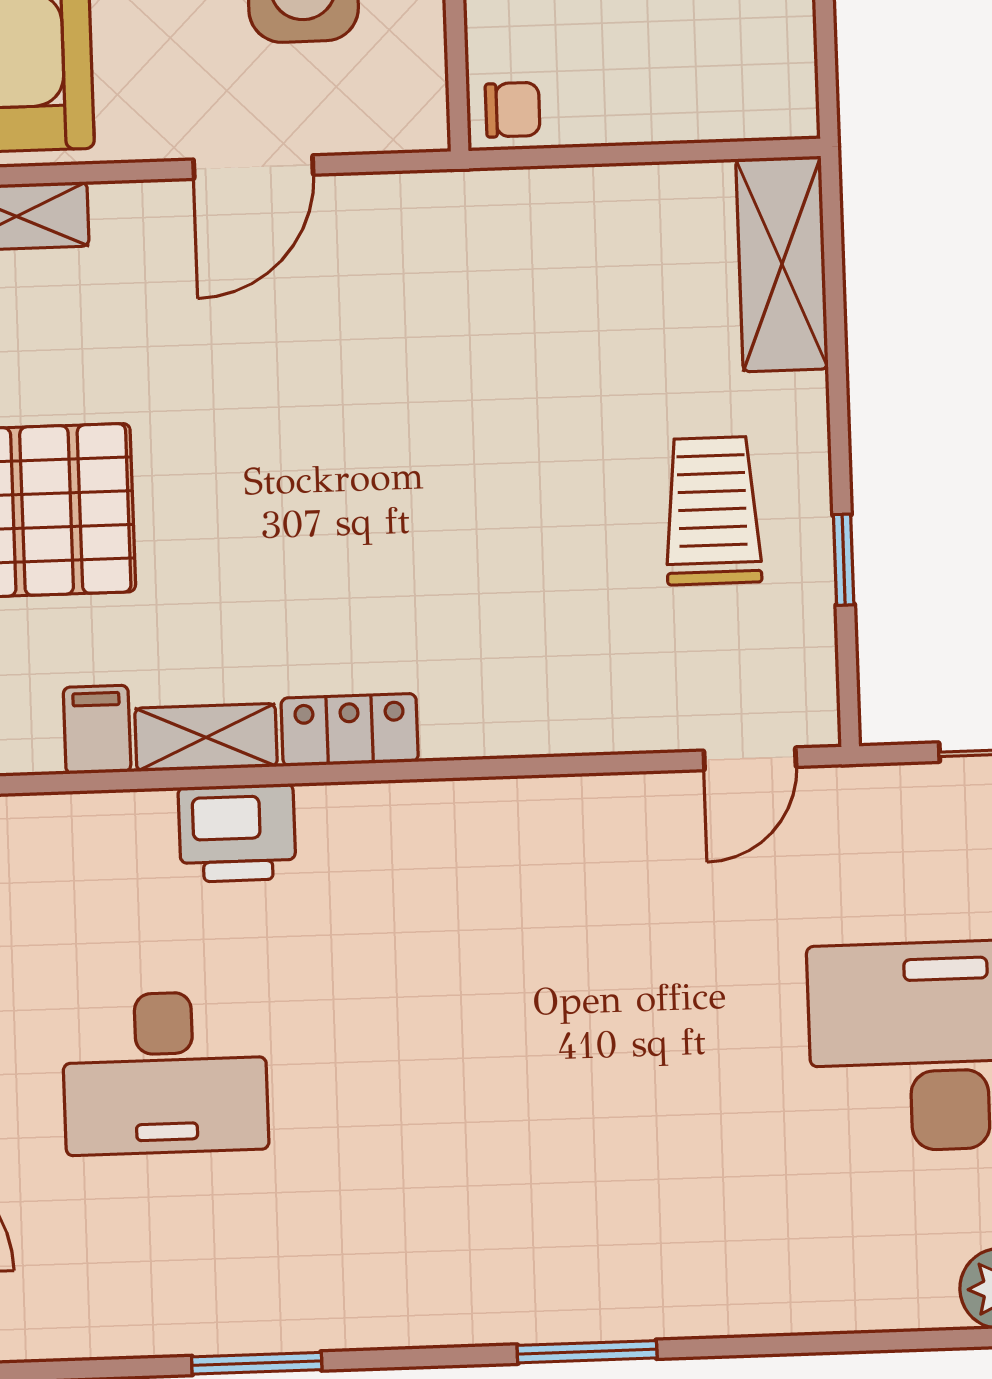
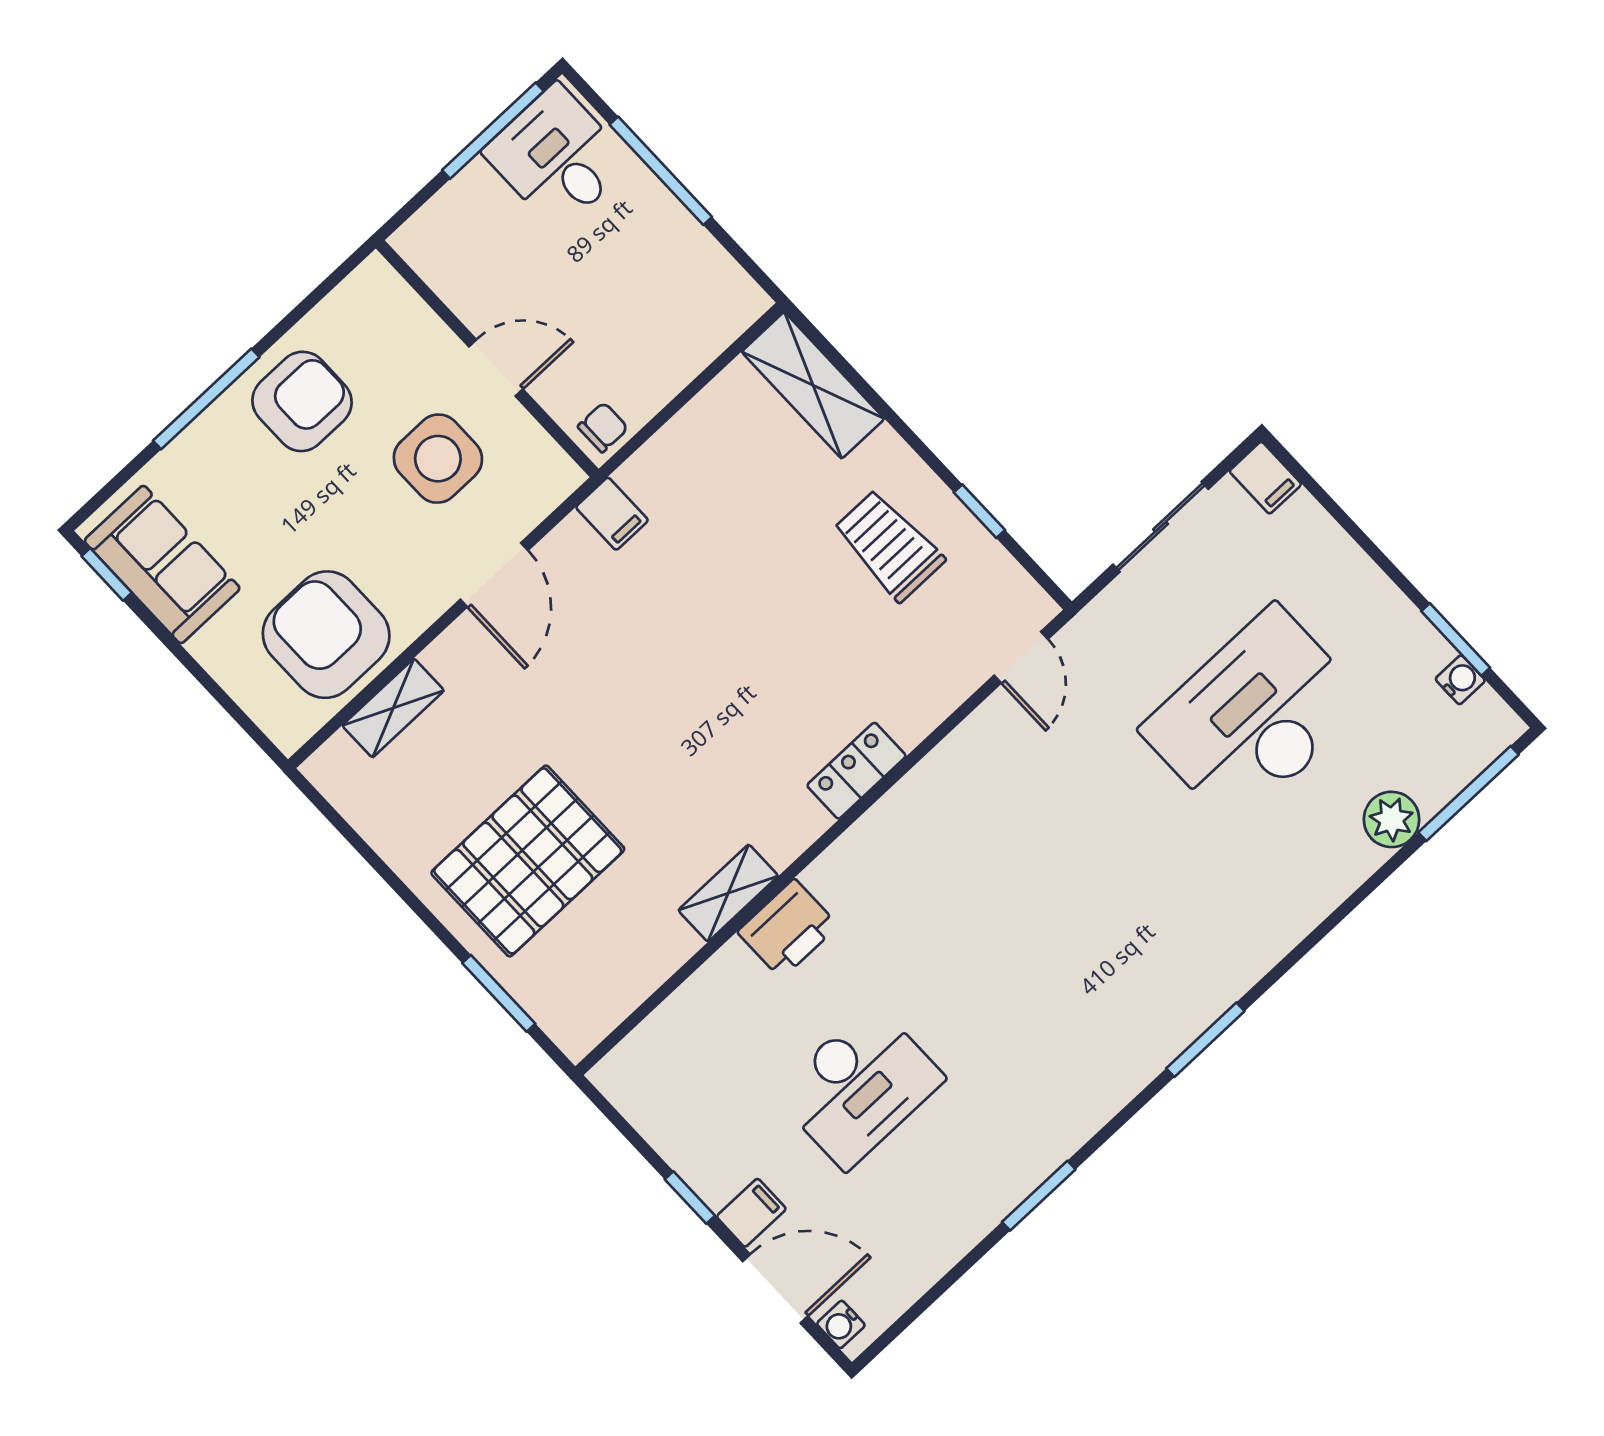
filing cabinet: (97, 730) -> (612, 514), moved, turned 180
locker: (350, 730) -> (857, 771), moved

